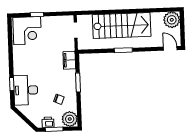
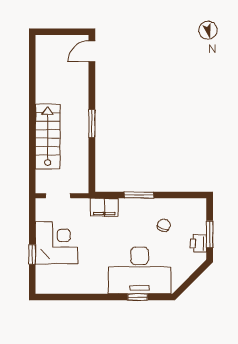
plant: (172, 20) -> (48, 47), removed
stairs: (122, 25) -> (48, 137), width x0.73, depth x0.66
corner desk: (27, 31) -> (57, 243), moved
desk: (26, 90) -> (140, 270), width x1.36, depth x1.30
plant: (70, 119) -> (195, 210), removed

